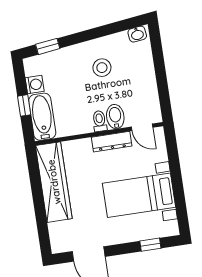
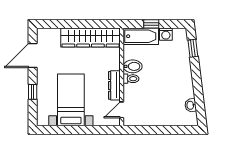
washbasin: (137, 34) -> (191, 105), moved
stool: (102, 68) -> (171, 87), removed
bidet: (115, 117) -> (133, 66), moved
window: (150, 245) -> (33, 92), moved

